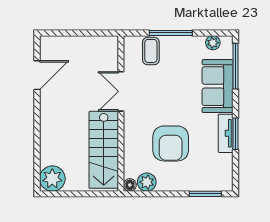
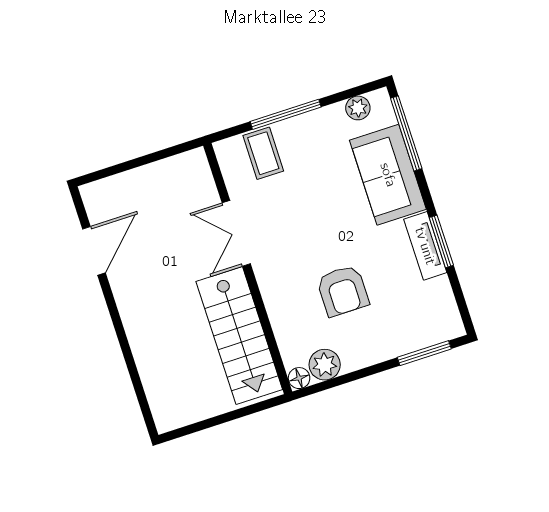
armchair: (171, 143) -> (343, 291), width x0.73, depth x0.73
plant: (52, 179) -> (172, 408), removed

